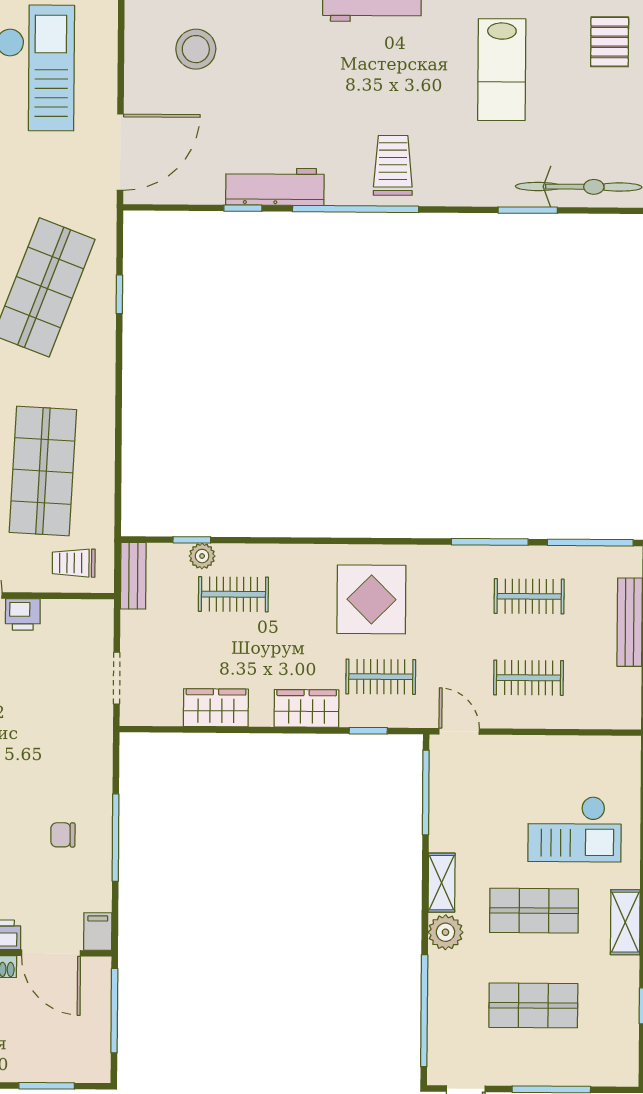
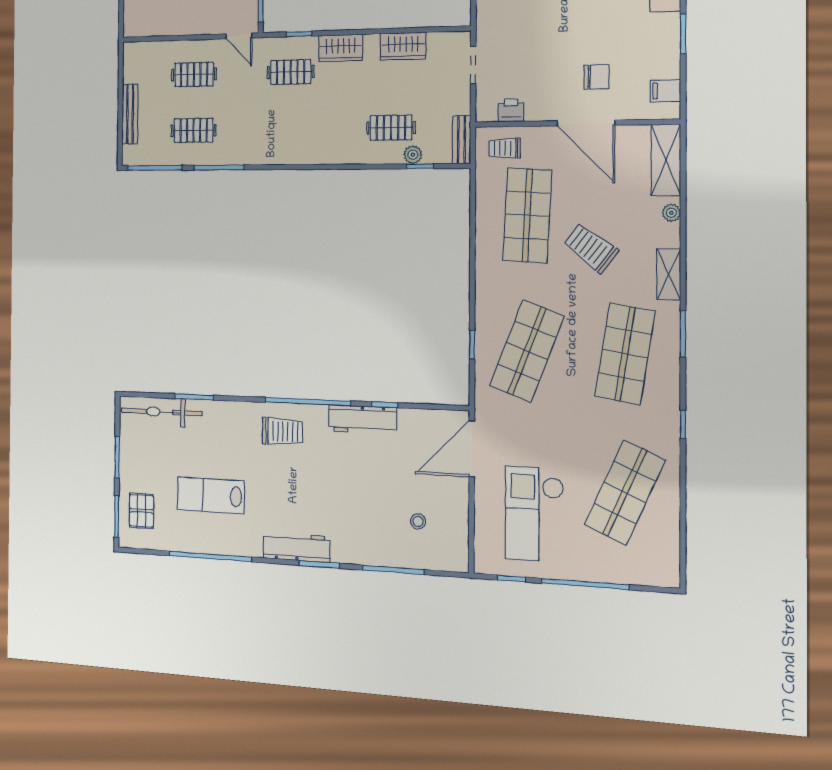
stool: (196, 49) -> (418, 521), width x0.53, depth x0.53
lab bench: (502, 70) -> (211, 495), turned -90
trolley: (393, 165) -> (282, 432), turned -90
trolley: (74, 563) -> (505, 148), turned 180
display table: (371, 599) -> (297, 126), removed
printer: (23, 614) -> (511, 110), moved

